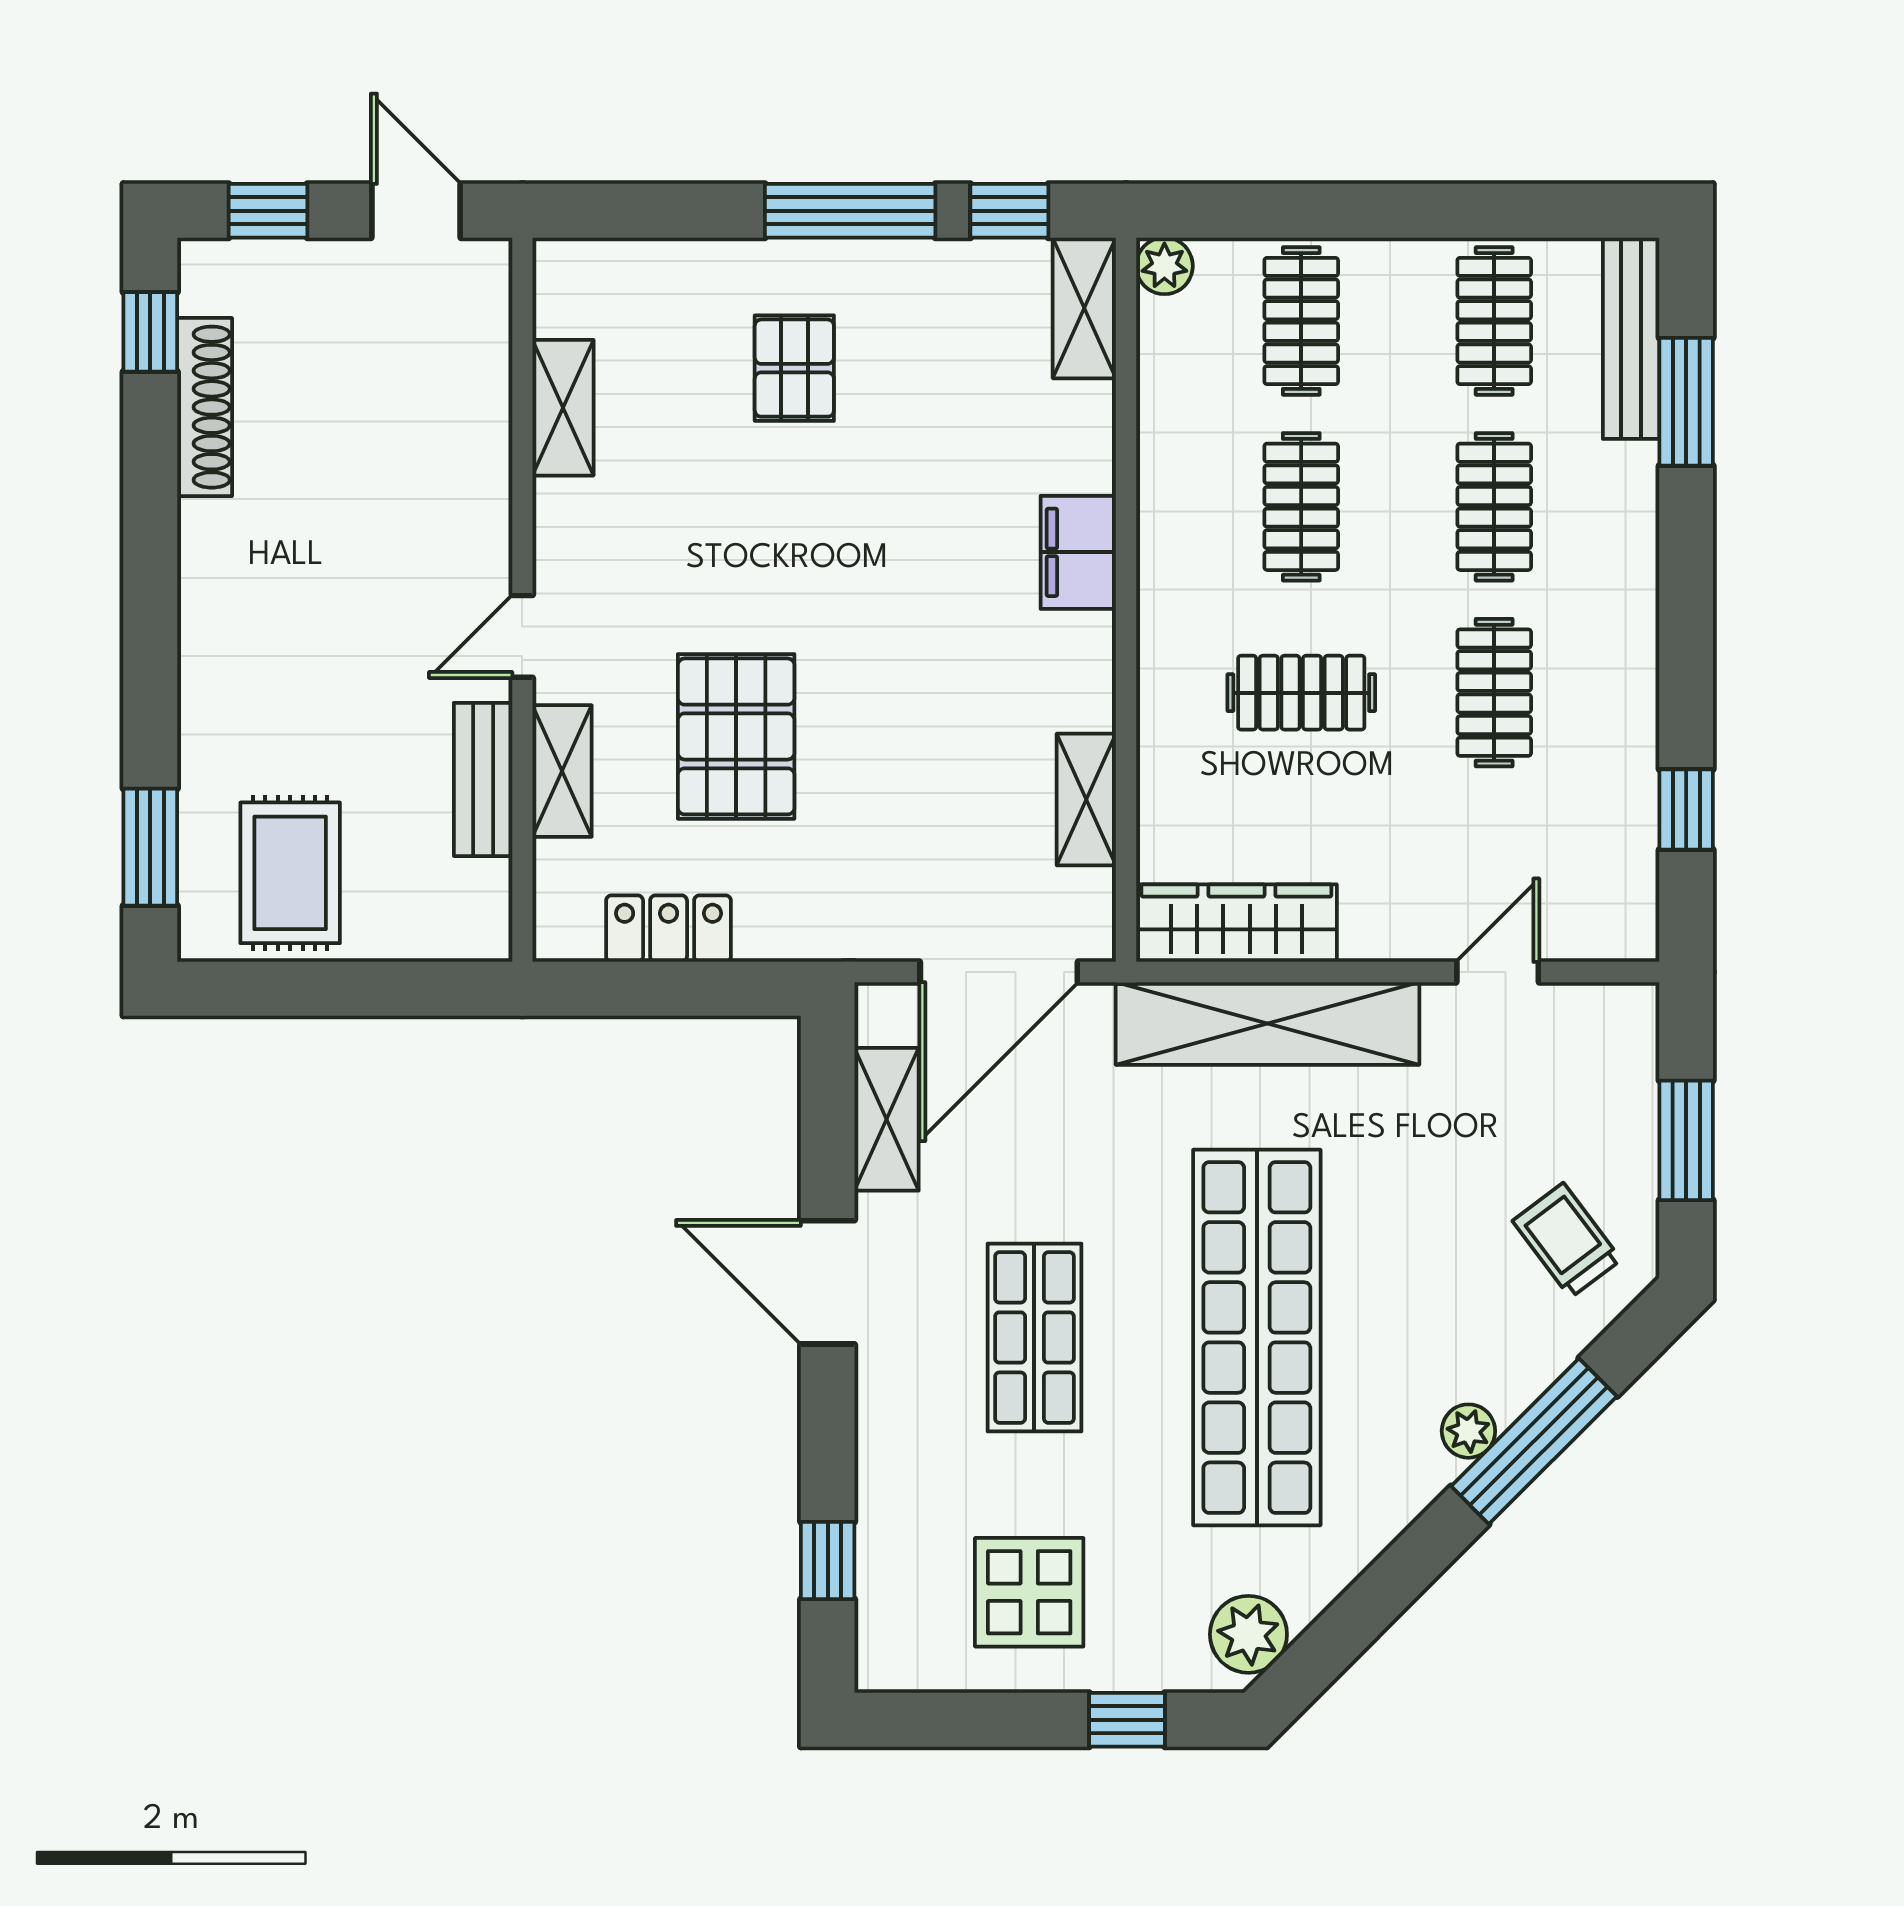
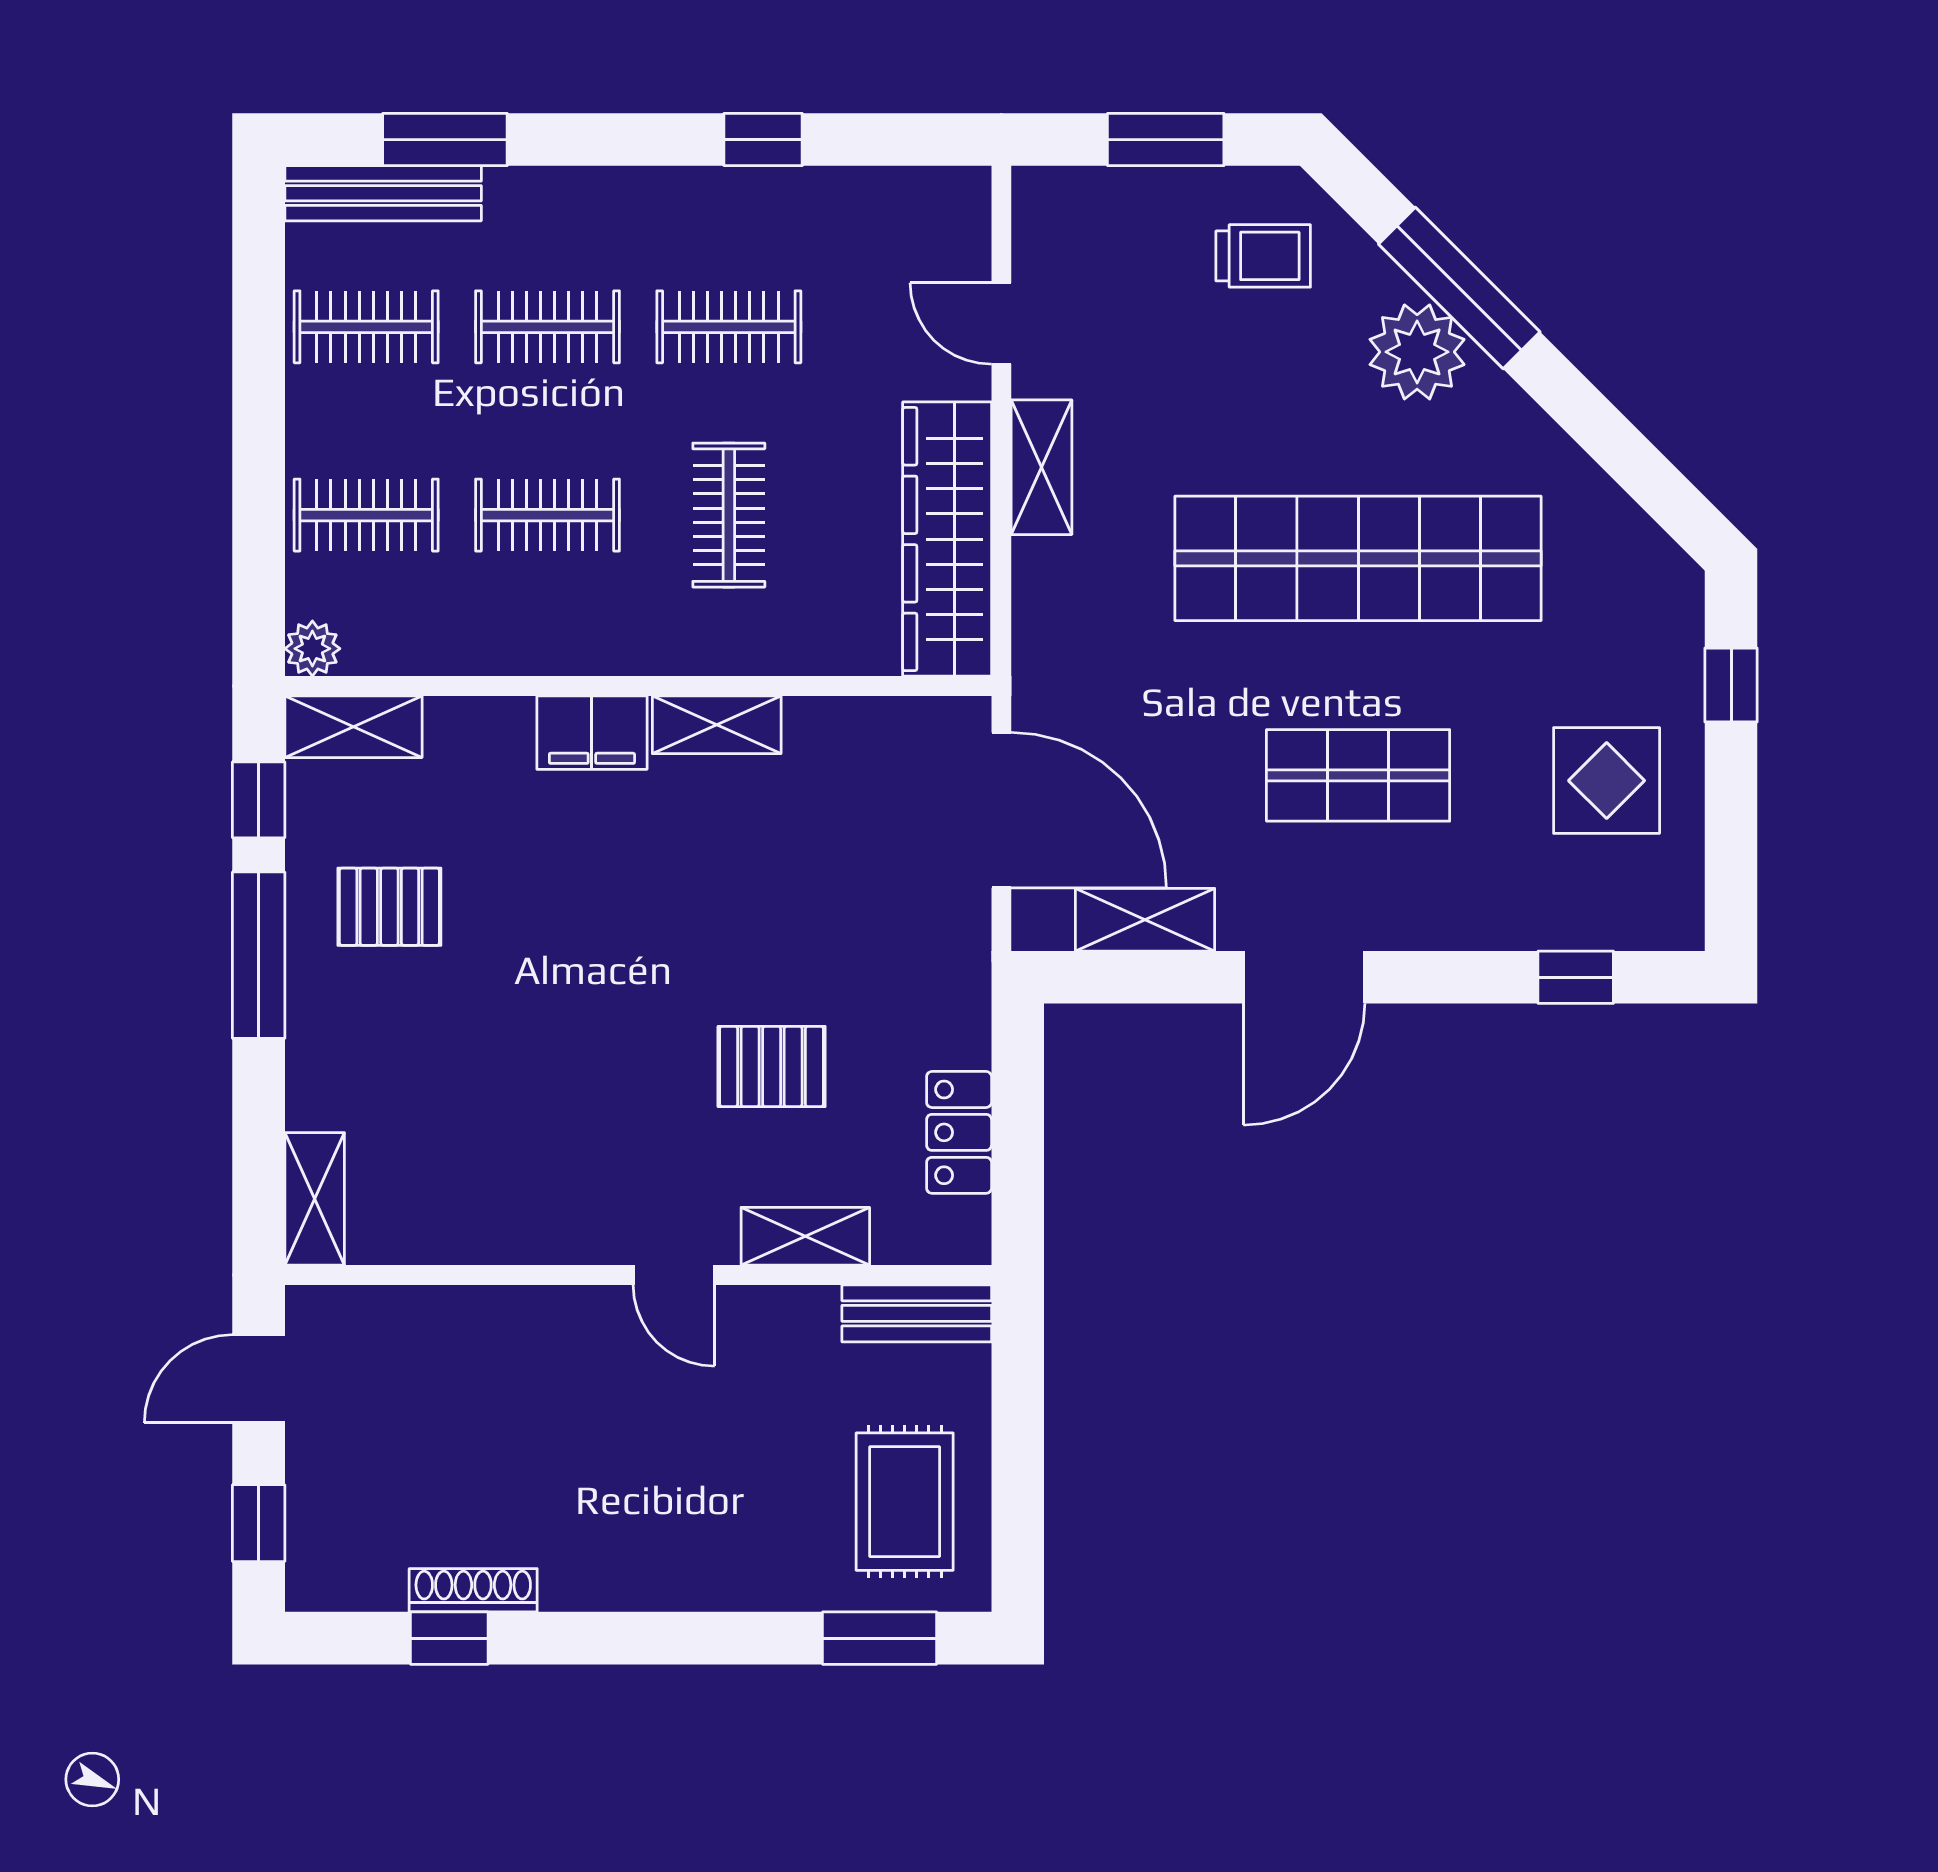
window: (150, 332) -> (449, 1638), moved
pallet: (794, 368) -> (389, 907), moved
shoe rack: (205, 407) -> (473, 1590), width x0.74, depth x0.81
shelving: (563, 408) -> (315, 1199), moved, turned 90
pallet: (736, 736) -> (772, 1066), width x0.67, depth x0.71
bench: (483, 779) -> (917, 1313), moved
shelving: (1086, 800) -> (717, 725), moved
window: (1686, 810) -> (763, 140), moved
rug: (290, 873) -> (905, 1502), turned 90
wardrobe: (1236, 923) -> (947, 539), width x1.40, depth x1.17
shelving: (1267, 1023) -> (1041, 467), width x0.45, depth x0.75
trolley: (1567, 1240) -> (1263, 256), turned -143
plant: (1468, 1431) -> (1417, 352), width x1.88, depth x1.88
plant: (1248, 1634) -> (1648, 567), removed

